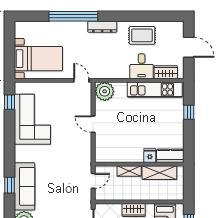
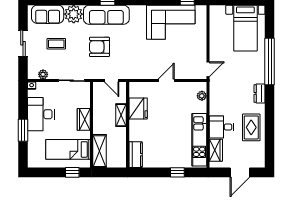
dresser: (102, 27) -> (259, 93), width x0.70
bed with nightstands: (38, 59) -> (245, 28), moved
plant: (105, 91) -> (202, 96), width x0.53, depth x0.53
fridge: (150, 156) -> (138, 108), moved, width x1.88, depth x1.34
shelving: (159, 173) -> (100, 151), moved
armchair: (58, 194) -> (99, 47), added

